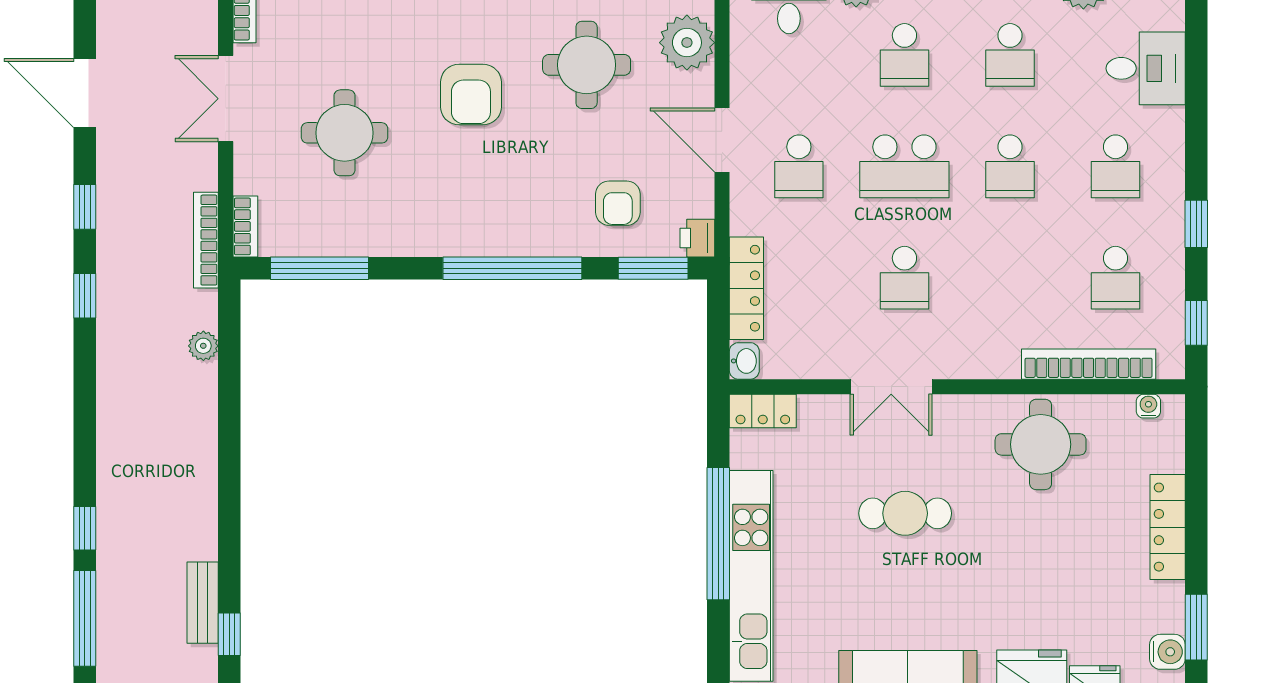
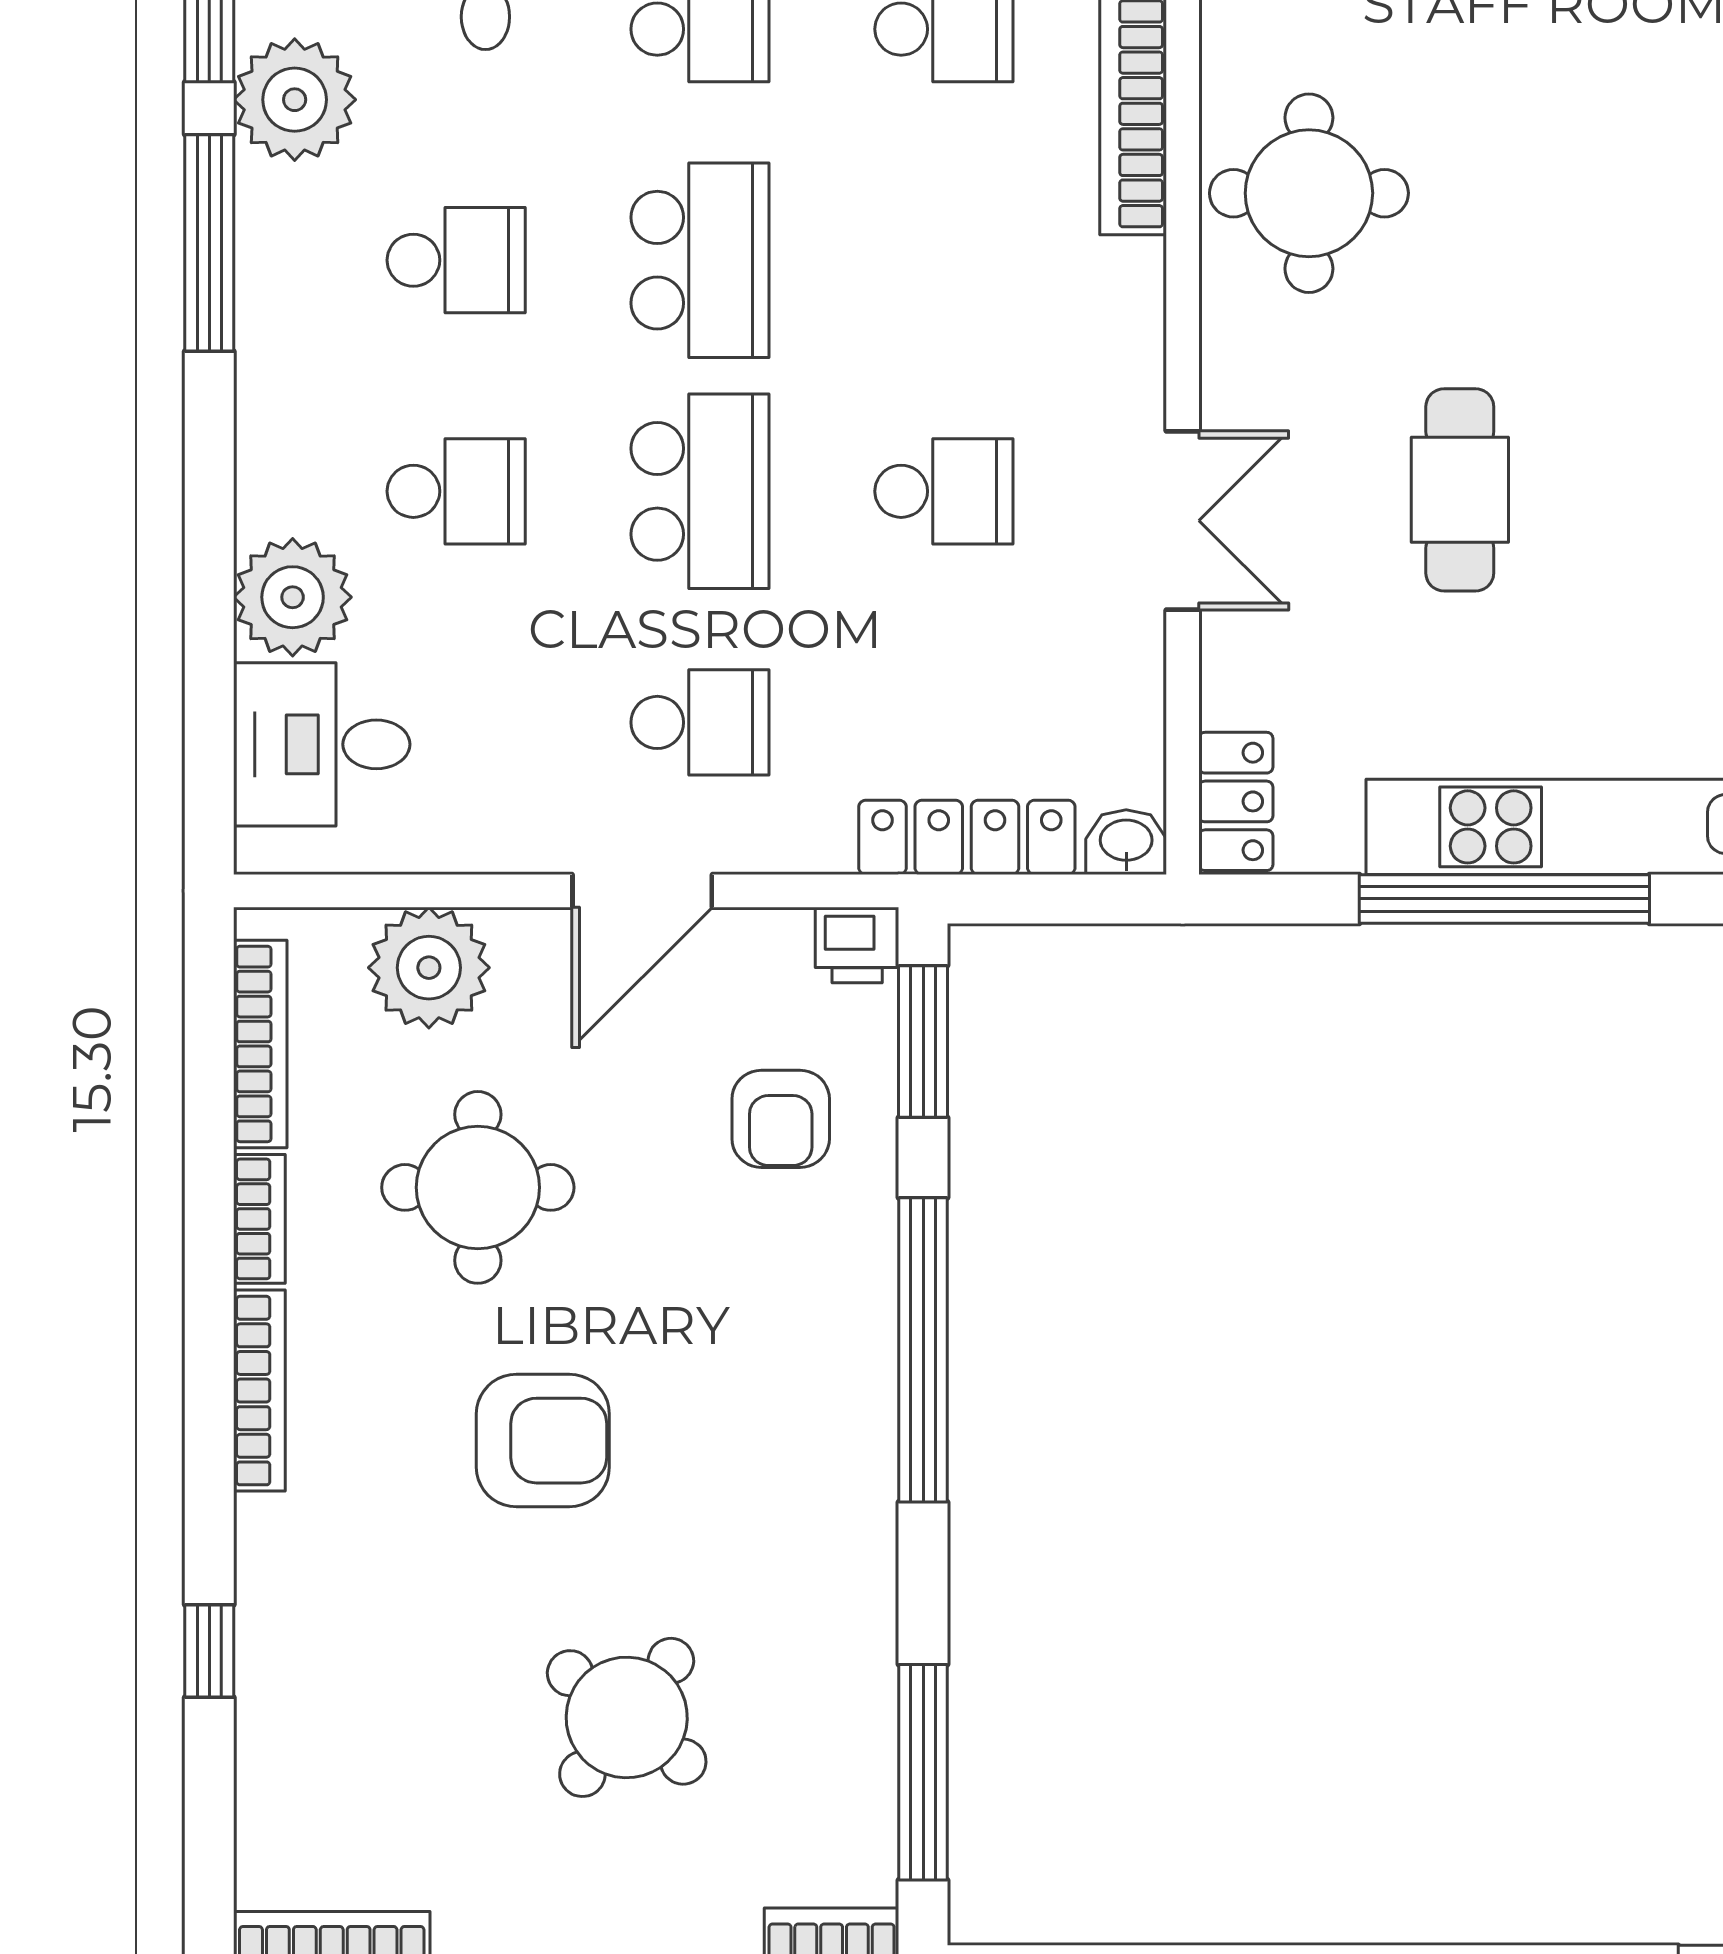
round table: (345, 133) -> (627, 1717), turned 38
school desk: (1010, 166) -> (700, 260), width x1.85
armchair: (618, 203) -> (781, 1119), turned 90

